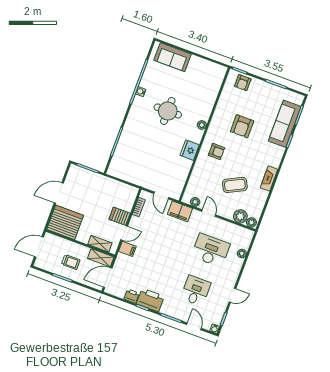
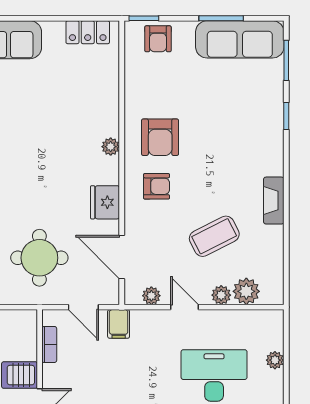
locker: (211, 67) -> (88, 32), added
round table: (168, 111) -> (39, 258), moved
sofa: (285, 124) -> (240, 39), moved, turned -90
armchair: (242, 126) -> (160, 137), moved
door: (188, 179) -> (122, 257), added
filing cabinet: (180, 211) -> (119, 324), width x0.50
plant: (251, 222) -> (221, 295), moved

